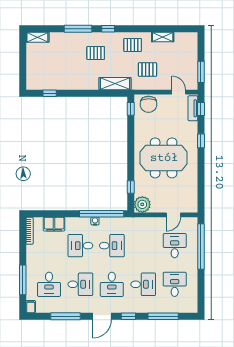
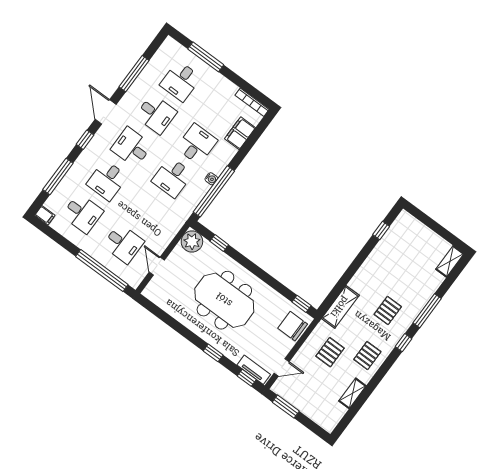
meeting table: (164, 158) -> (224, 300), turned 90
desk: (49, 284) -> (181, 81), turned -90
desk: (80, 284) -> (156, 114), turned -90
filing cabinet: (31, 307) -> (45, 215), moved

